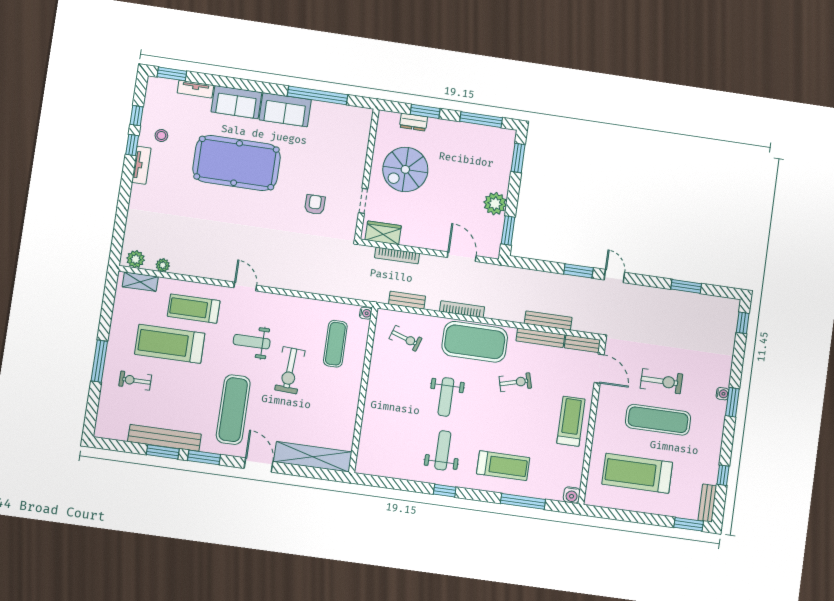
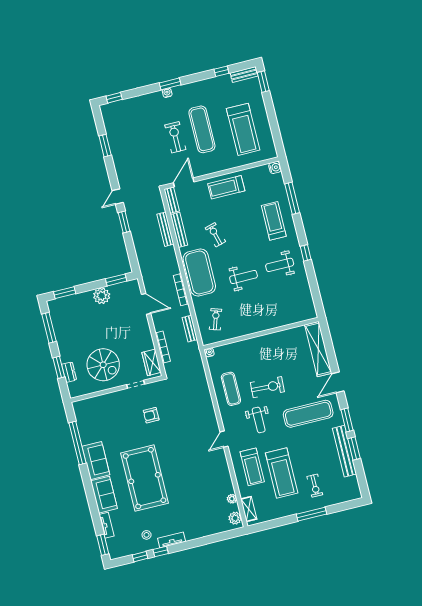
door: (462, 257) -> (146, 304), swing flipped
exercise mat: (335, 344) -> (231, 389), moved, turned 90

